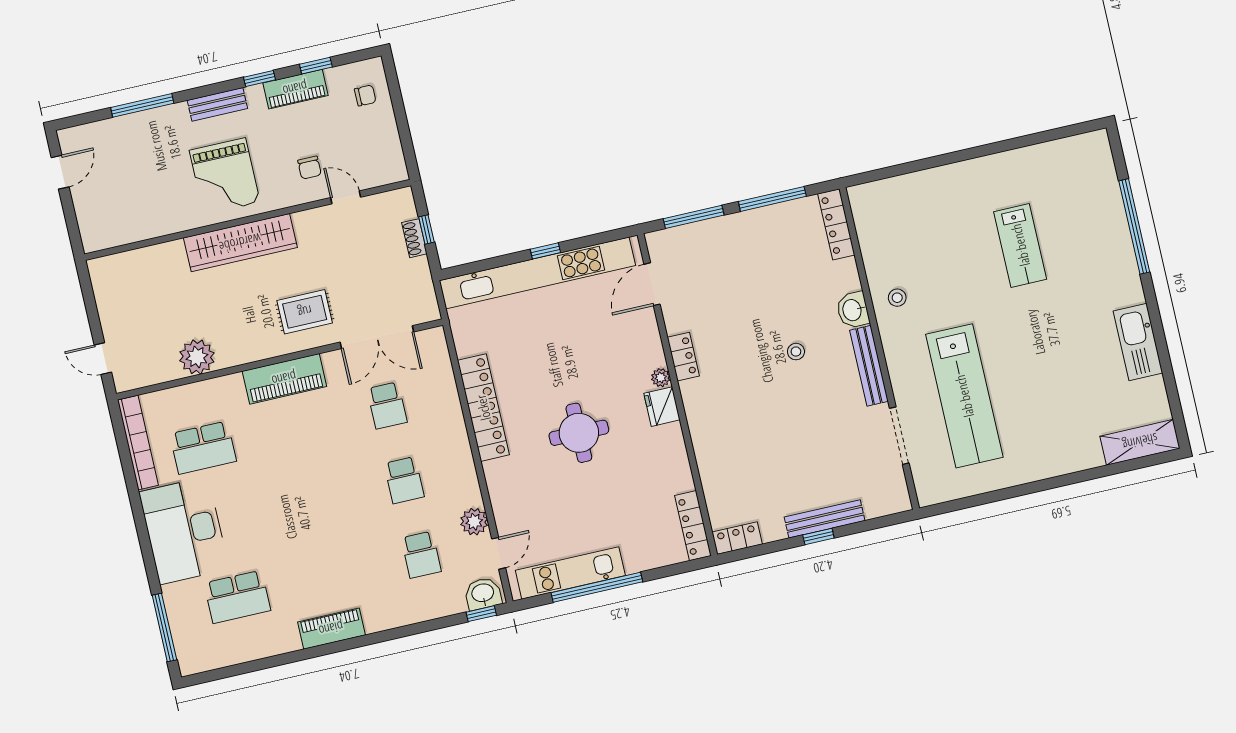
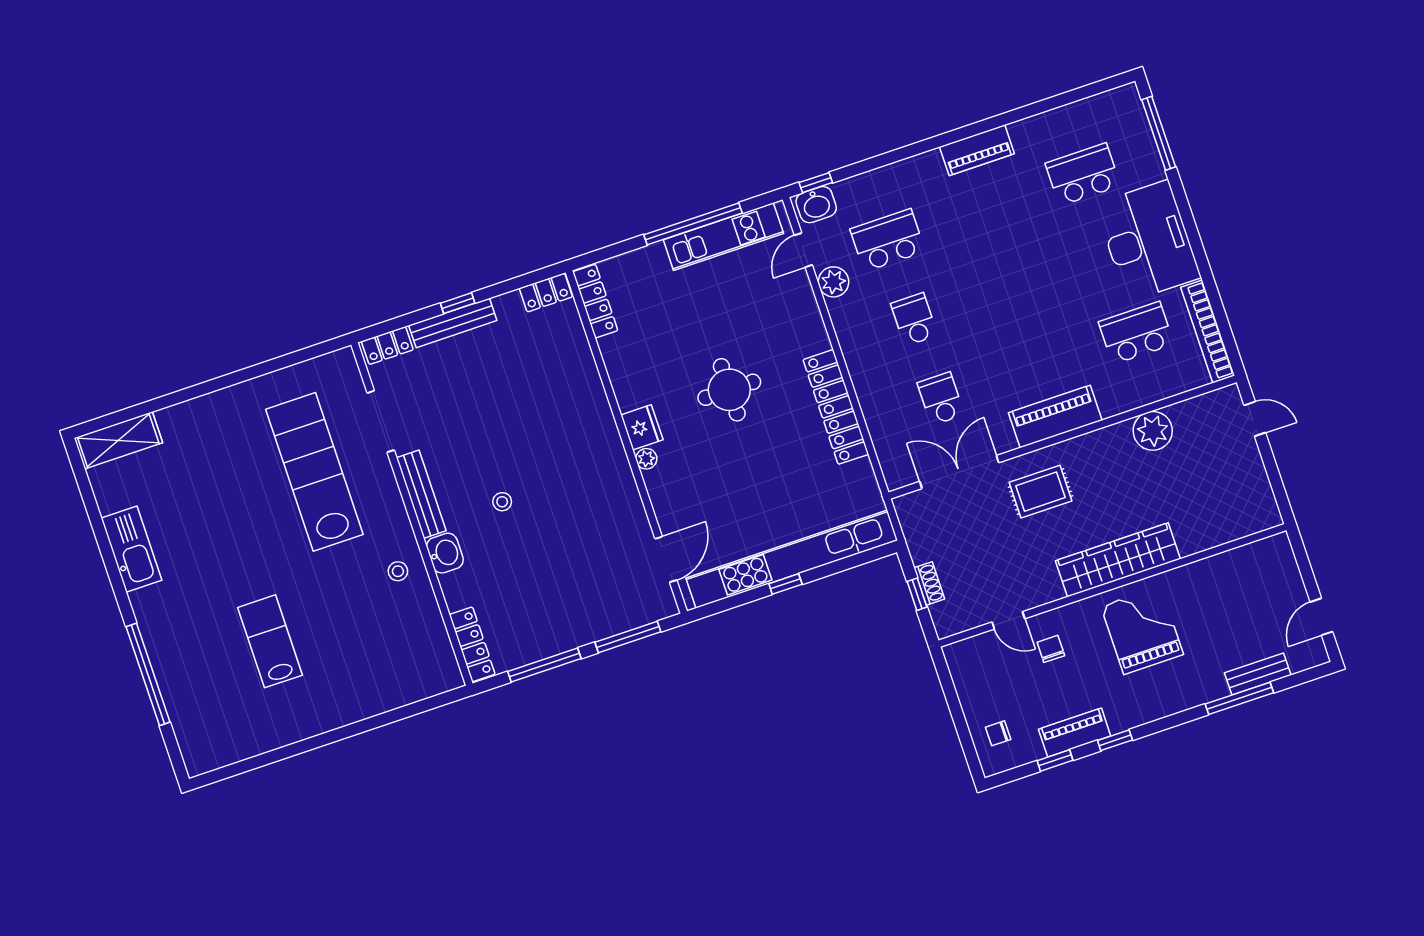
bench: (217, 104) -> (1258, 674), moved
locker: (683, 357) -> (387, 346), moved, turned -90
school desk: (421, 555) -> (888, 240), width x1.85

